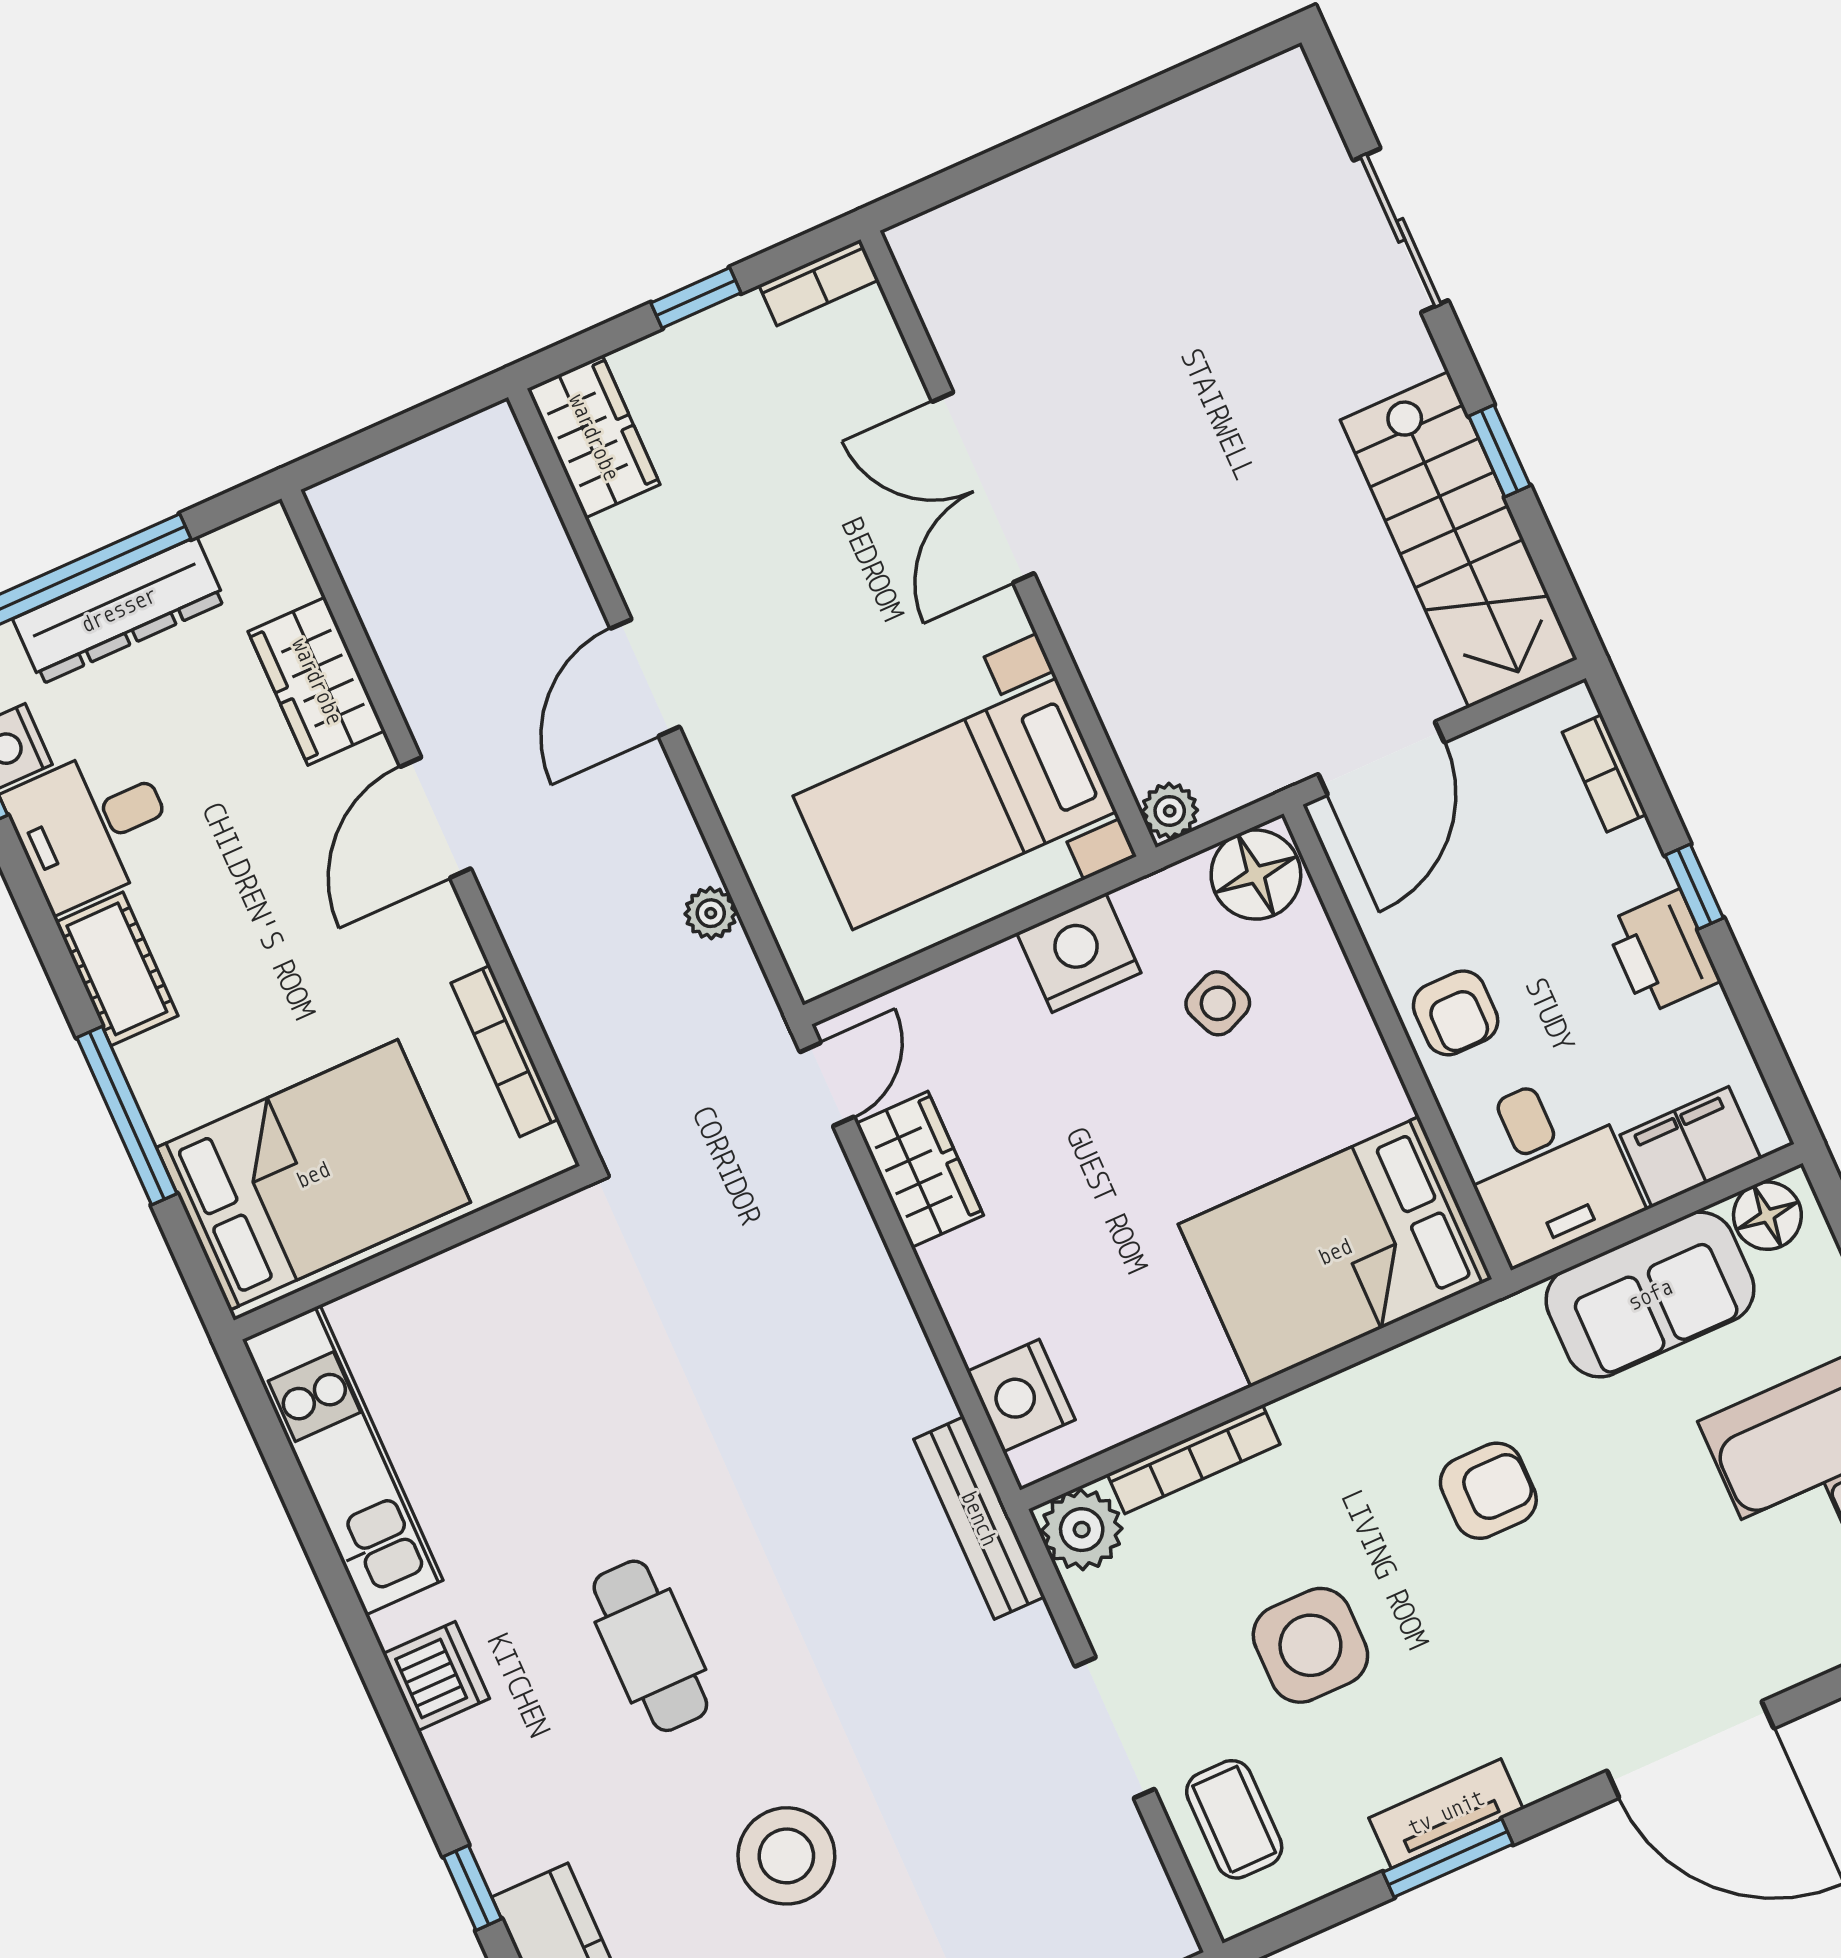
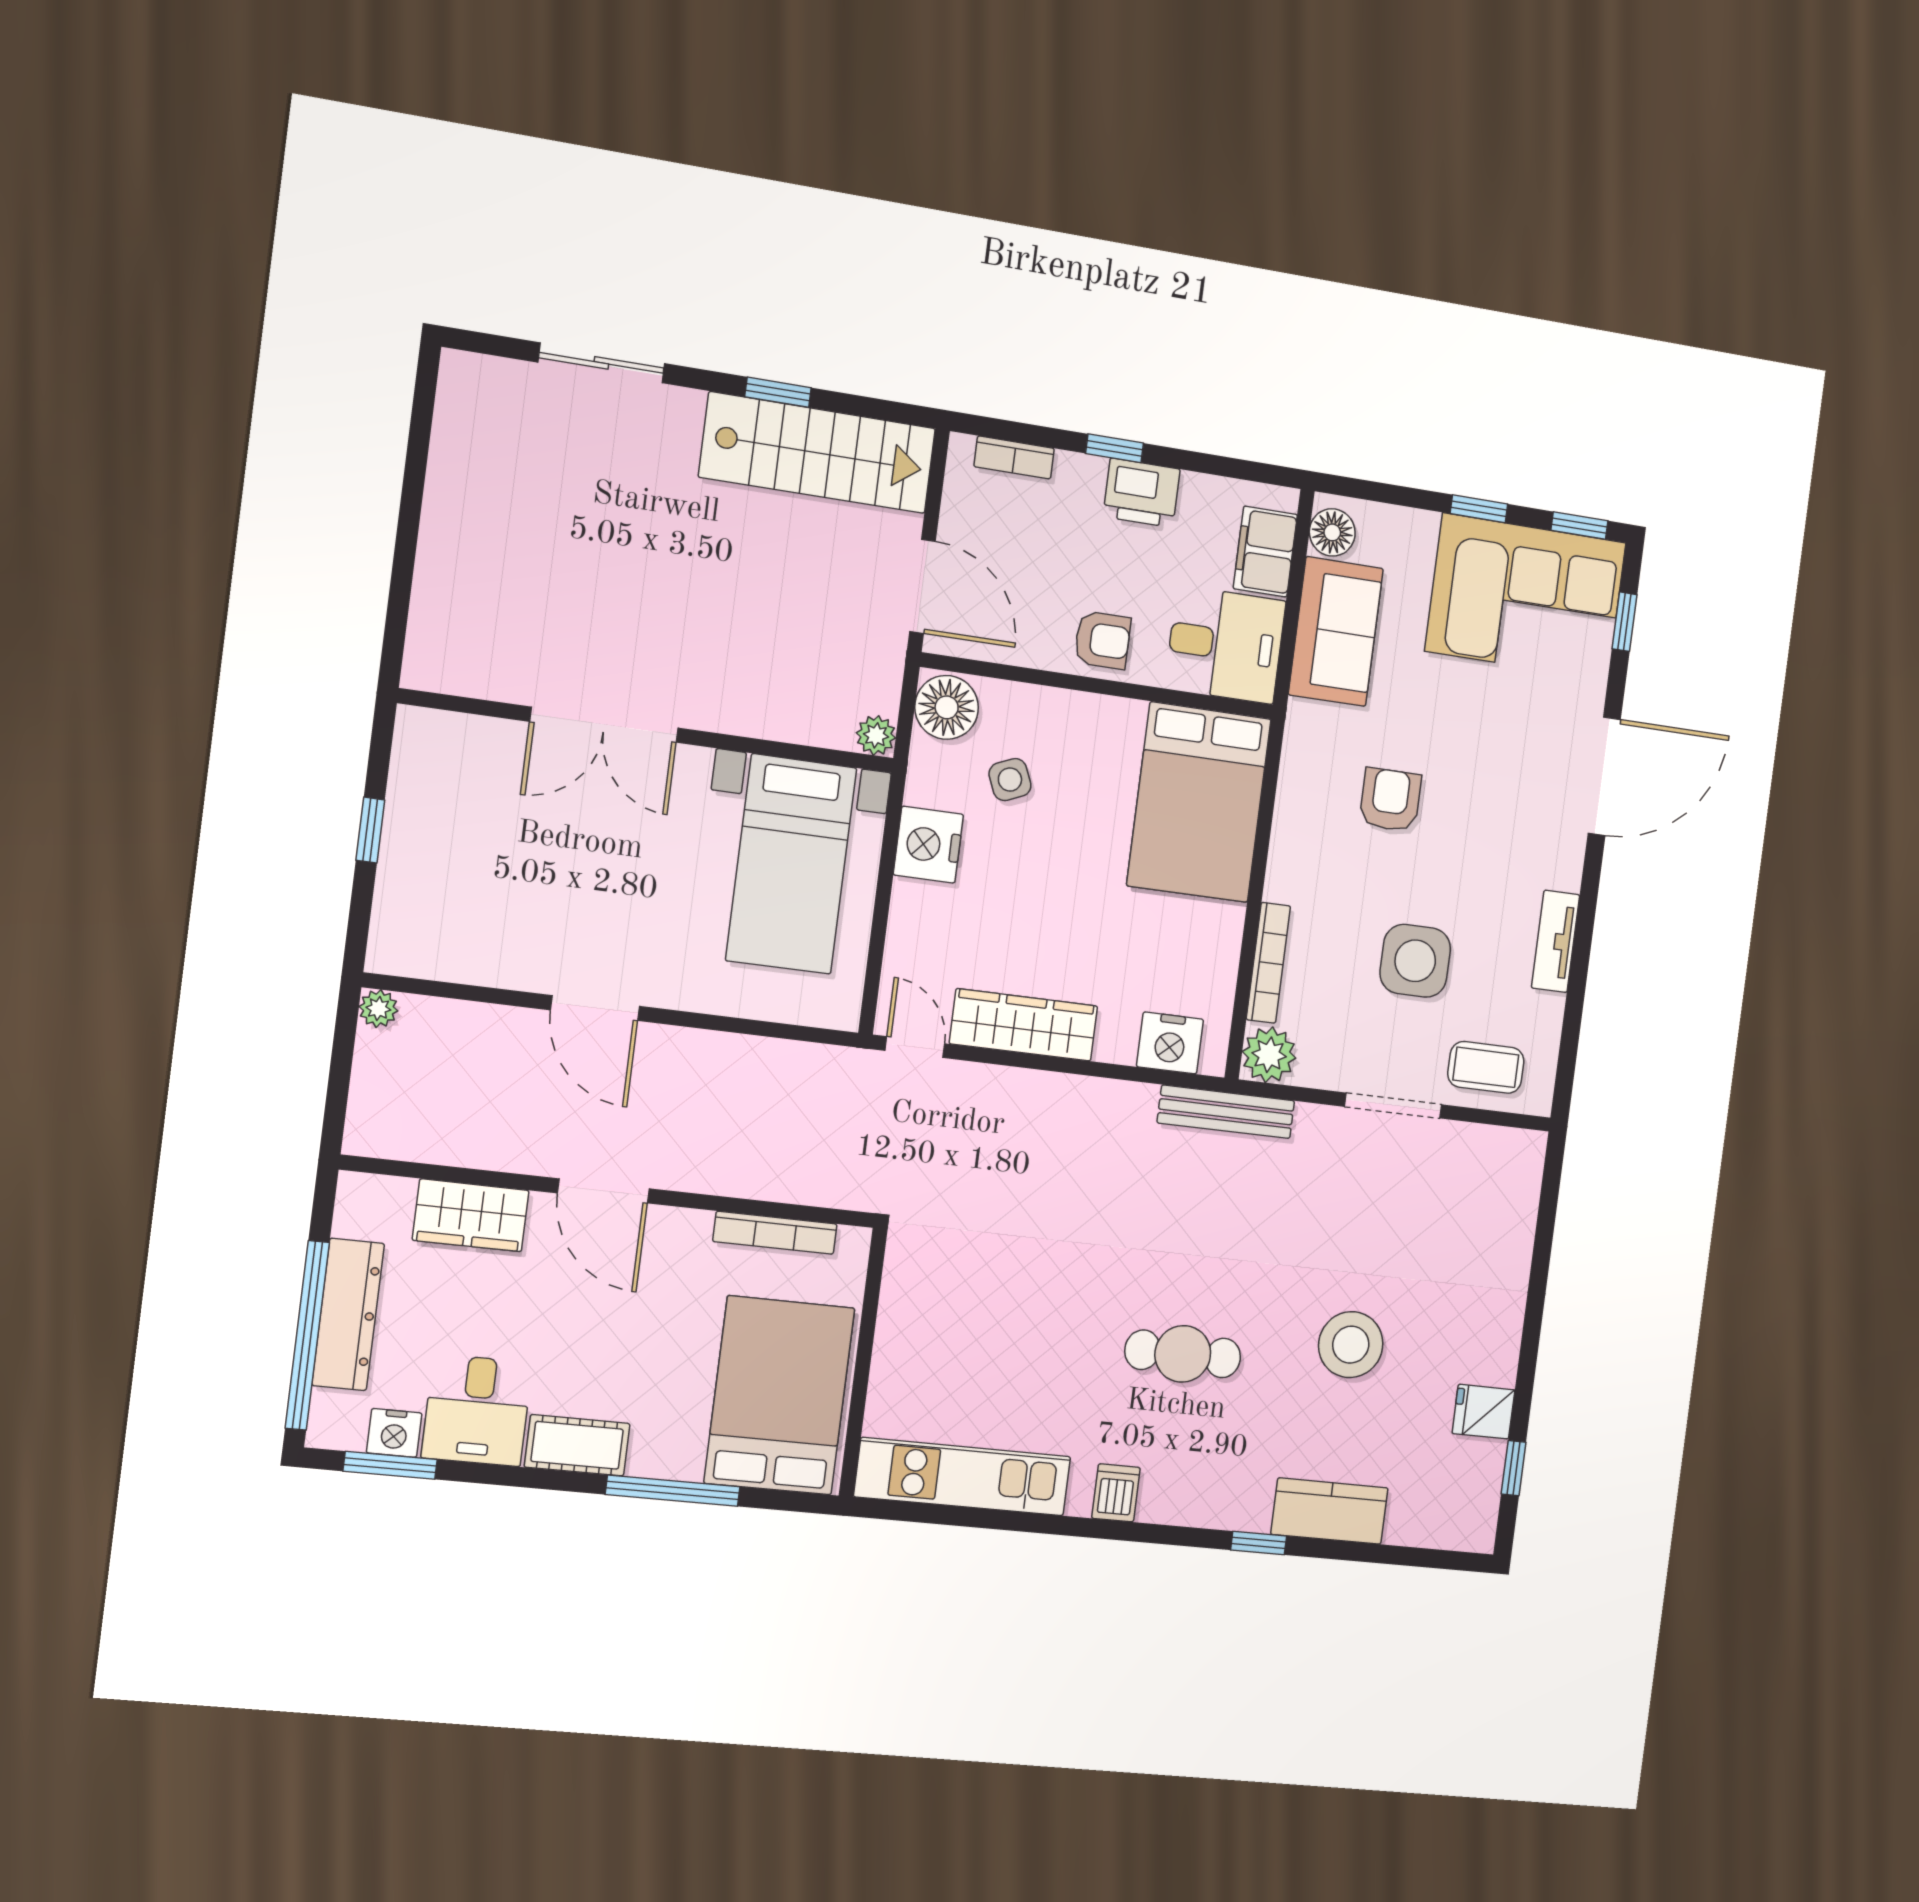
bookcase: (819, 283) -> (409, 747), removed
wardrobe: (594, 437) -> (421, 949), removed
plant: (711, 913) -> (378, 1009), moved
wardrobe: (920, 1169) -> (1024, 1025), width x1.50
dishwasher: (436, 1676) -> (1116, 1493), width x0.73
window: (1448, 1858) -> (1581, 956), removed

